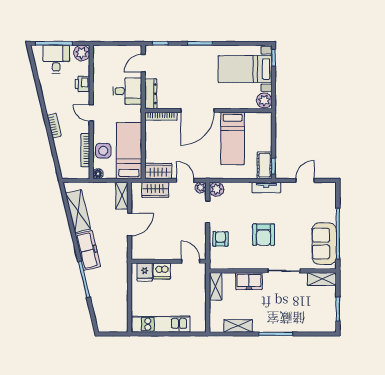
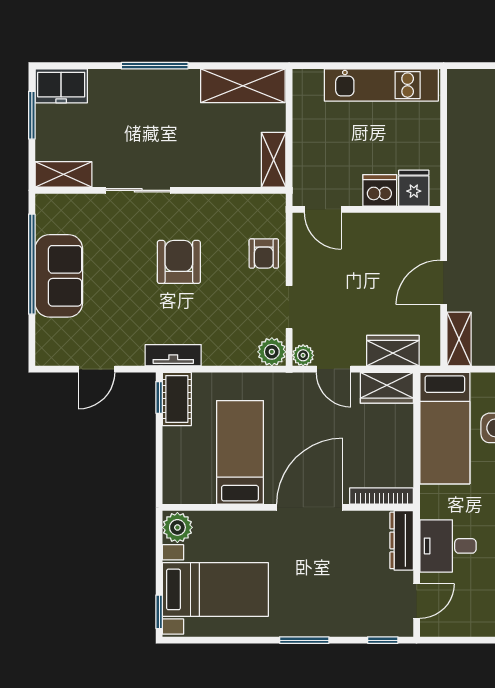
sofa: (324, 244) -> (59, 276), moved
freezer: (249, 281) -> (61, 86), moved, turned 180
shelving: (238, 326) -> (243, 86), width x1.50, depth x1.33

